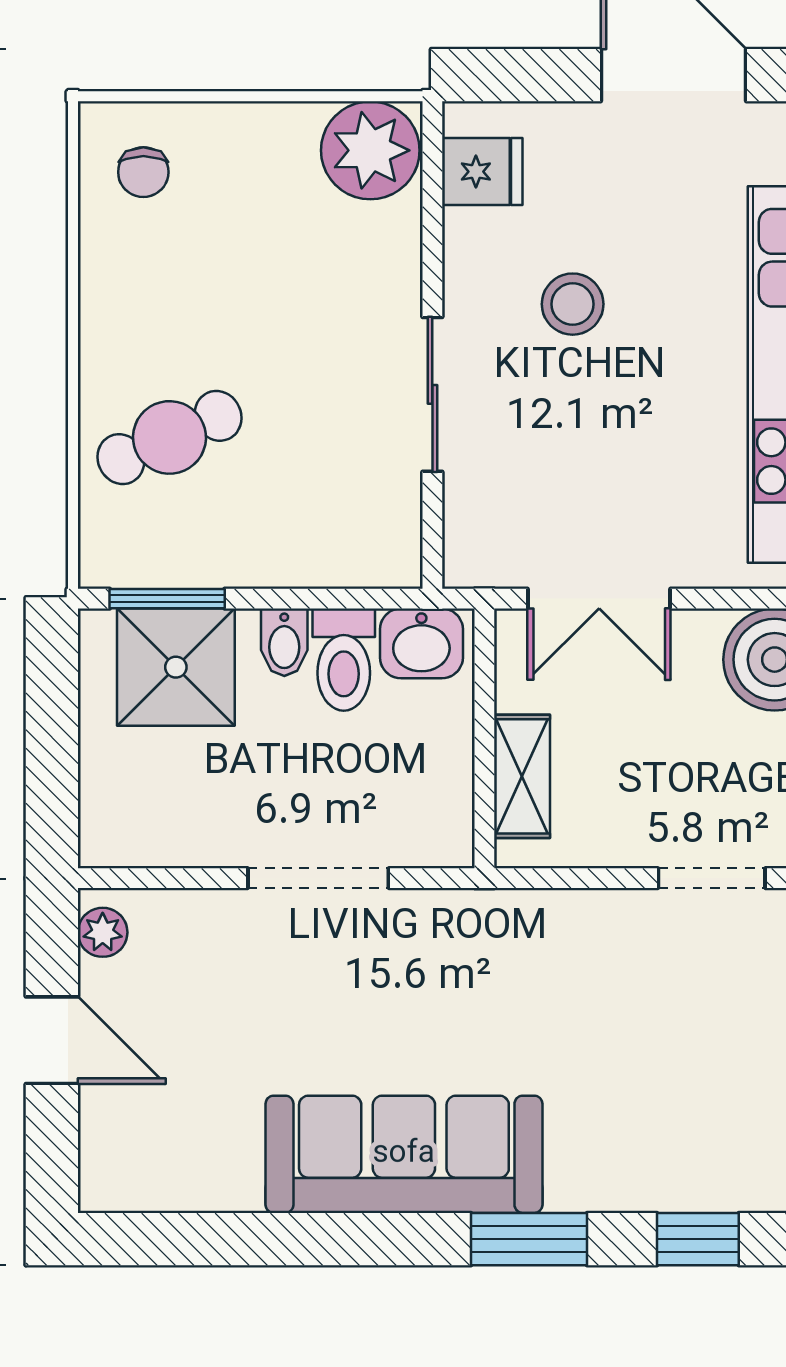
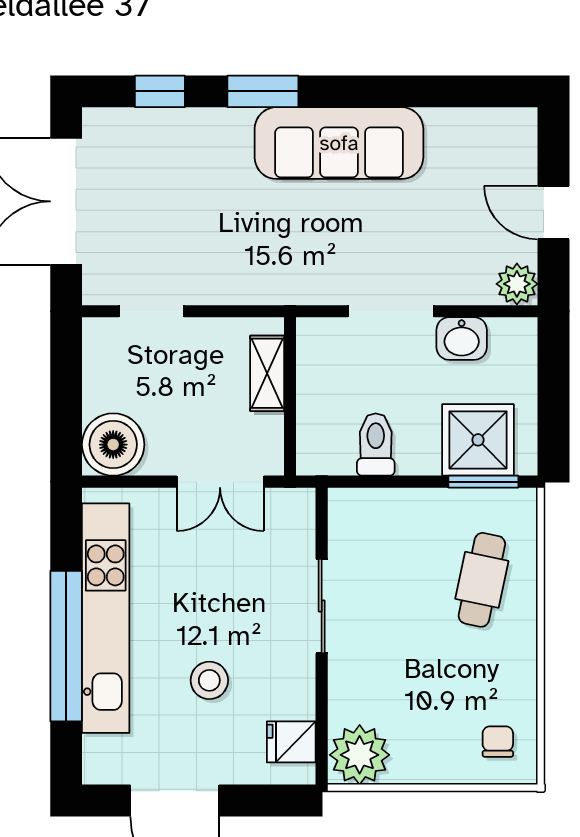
stool: (573, 304) -> (209, 680), moved
cafe table: (169, 437) -> (482, 580), turned -54
double door: (599, 599) -> (220, 482), swing flipped
bidet: (284, 642) -> (412, 455), removed
washbasin: (421, 643) -> (462, 339), moved, turned 180
plant: (103, 932) -> (517, 284), width x1.38, depth x1.38

